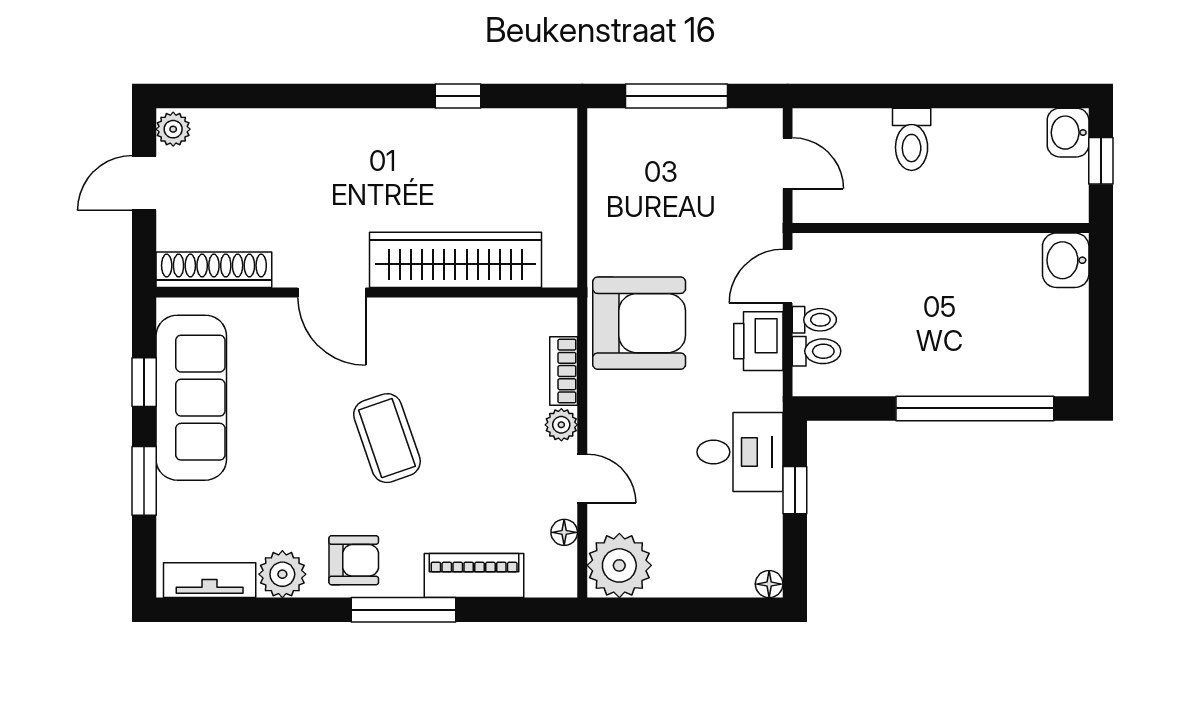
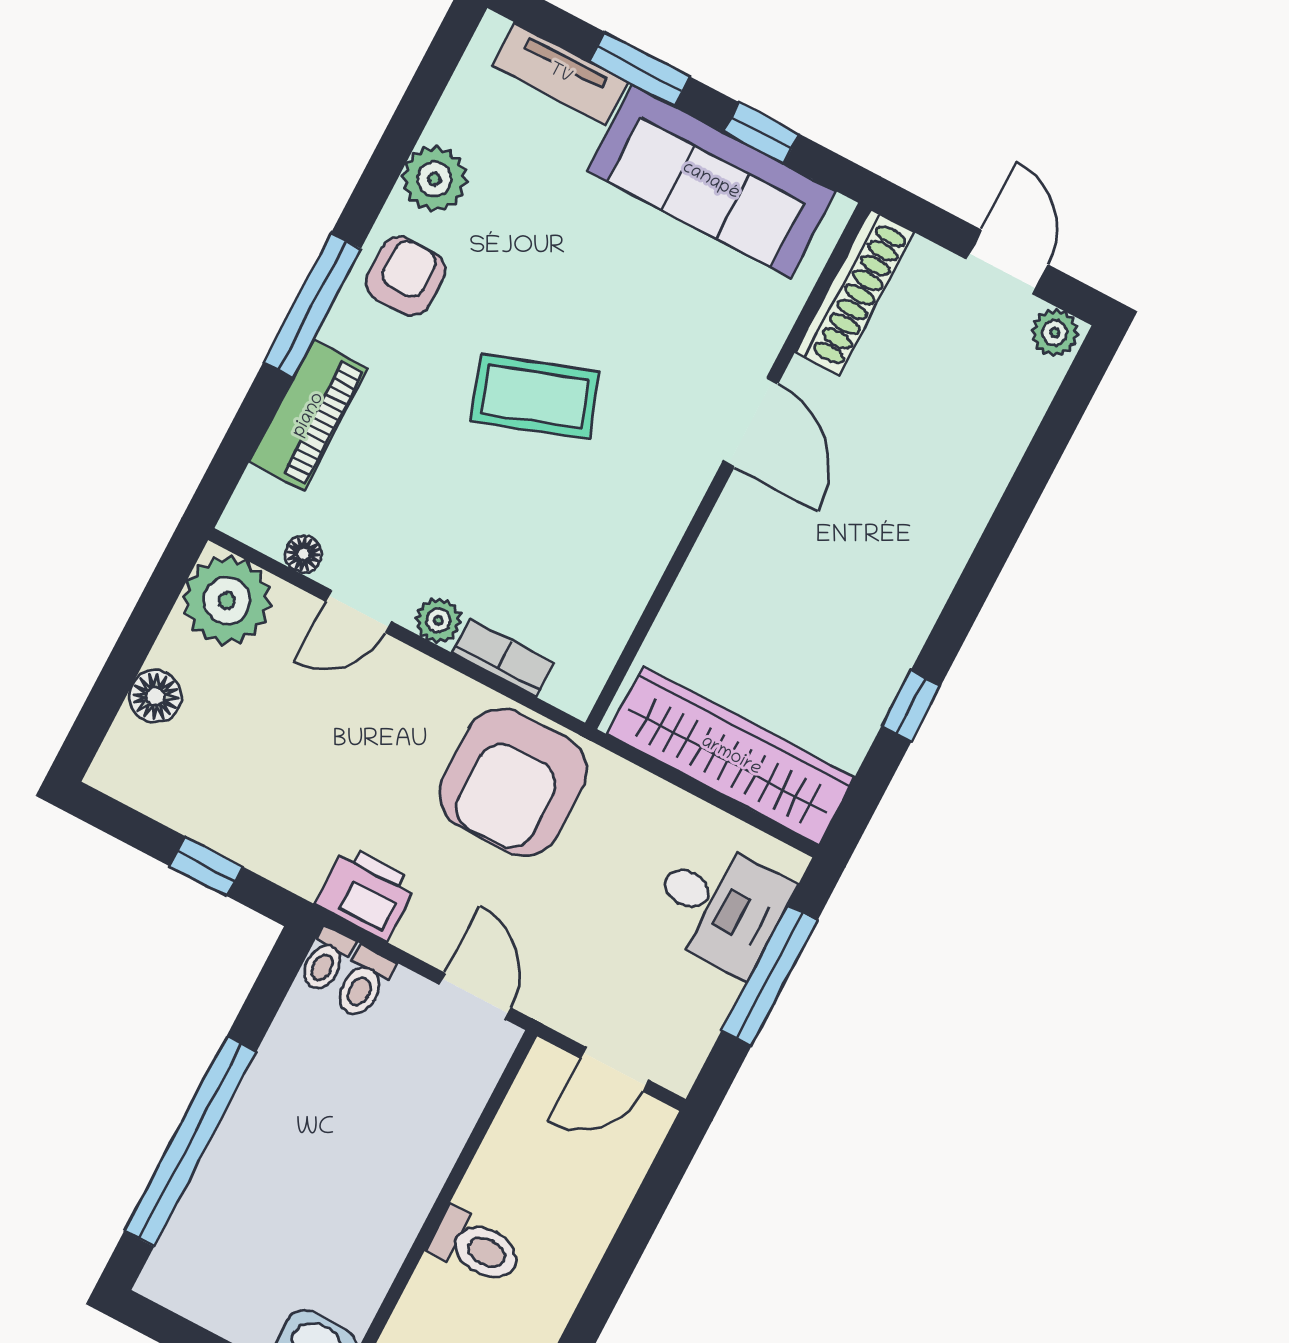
toilet: (912, 139) -> (476, 1247), moved, turned 180
wardrobe: (455, 260) -> (731, 756), moved, turned -90
door: (332, 292) -> (750, 423), swing flipped
toilet: (814, 320) -> (326, 960), moved
printer: (758, 341) -> (366, 893), moved
desk: (740, 452) -> (720, 906), moved, turned -90
armchair: (354, 560) -> (405, 276), turned 180
tv unit: (210, 580) -> (560, 74), moved, turned 90
floor lamp: (769, 584) -> (155, 696), moved, width x1.37, depth x1.37

